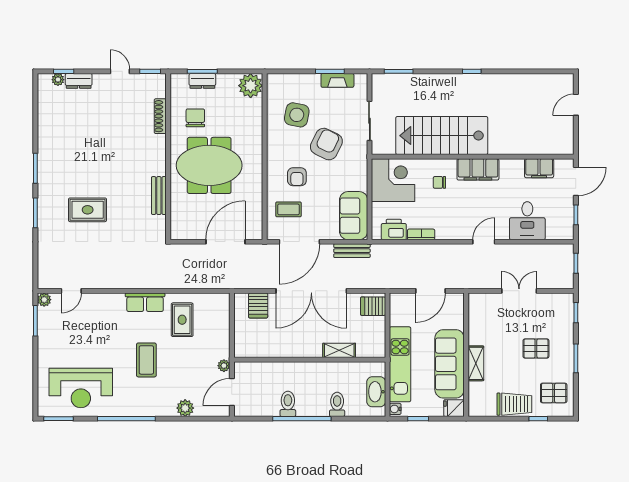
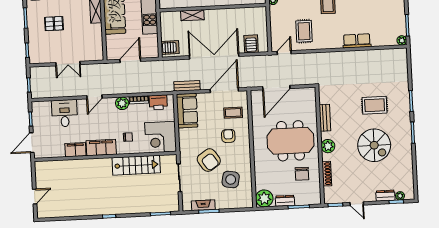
dresser: (202, 81) -> (285, 201), moved
stairs: (442, 136) -> (136, 165), width x0.73, depth x0.66
armchair: (326, 144) -> (209, 160), turned -60
spiral stairs: (91, 153) -> (374, 145), added
plant: (157, 155) -> (328, 146), added
filing cabinet: (539, 168) -> (75, 150), moved
plant: (445, 231) -> (122, 103), added
door: (71, 291) -> (284, 53), moved
row of seats: (145, 302) -> (357, 41), moved

